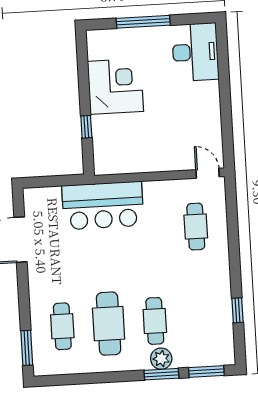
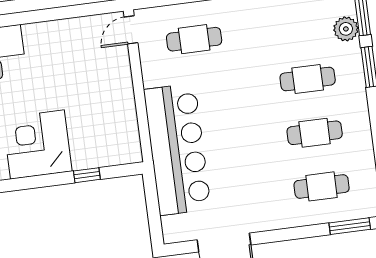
bar counter: (103, 205) -> (177, 149), width x1.36
cafe table: (109, 324) -> (315, 133), width x0.73, depth x0.74
plant: (161, 359) -> (346, 29), moved

